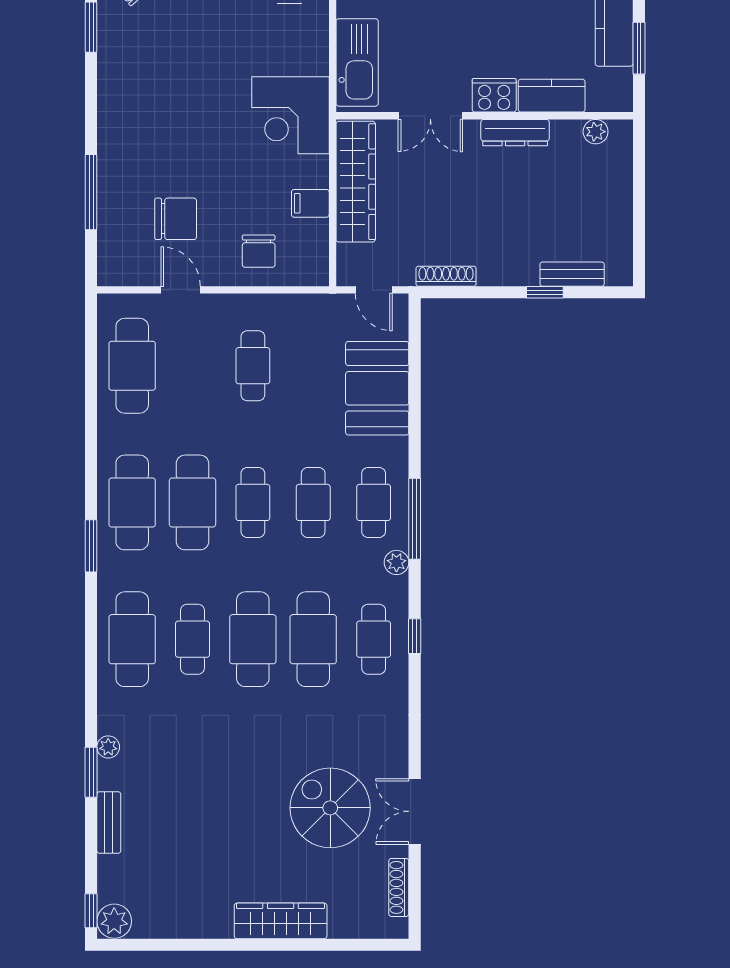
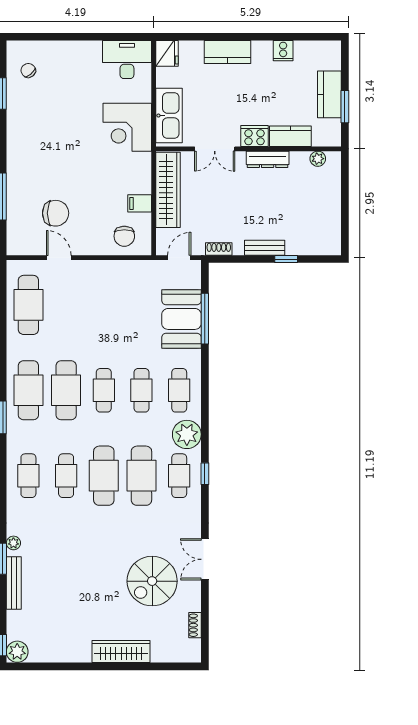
corner desk: (290, 115) -> (127, 127), moved
chair: (259, 251) -> (124, 236), moved
bench: (572, 274) -> (265, 248), moved
shoe rack: (446, 276) -> (219, 249), width x0.70
door: (374, 290) -> (179, 258), swing flipped
cafe table: (253, 366) -> (104, 305), removed
window: (415, 519) -> (205, 319), moved
plant: (396, 562) -> (187, 434), width x1.87, depth x1.87
cafe table: (132, 639) -> (28, 476), width x0.73, depth x0.74
spiral stairs: (330, 808) -> (152, 581), turned -90
double door: (415, 811) -> (205, 559), moved
bench: (109, 822) -> (14, 583), width x1.36
shoe rack: (399, 887) -> (195, 625), width x0.70

